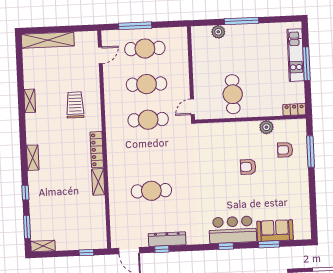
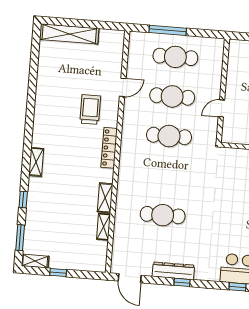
door: (100, 55) -> (123, 87), moved
shelving: (30, 101) -> (104, 227), moved
door: (192, 107) -> (221, 108), moved
locker: (97, 150) -> (109, 148), moved
window: (162, 249) -> (182, 282), moved
window: (86, 253) -> (58, 272), moved

